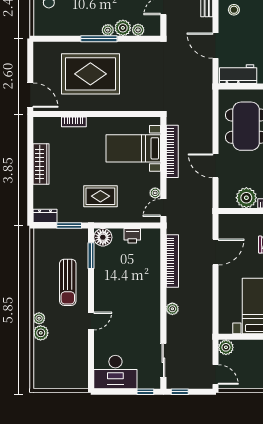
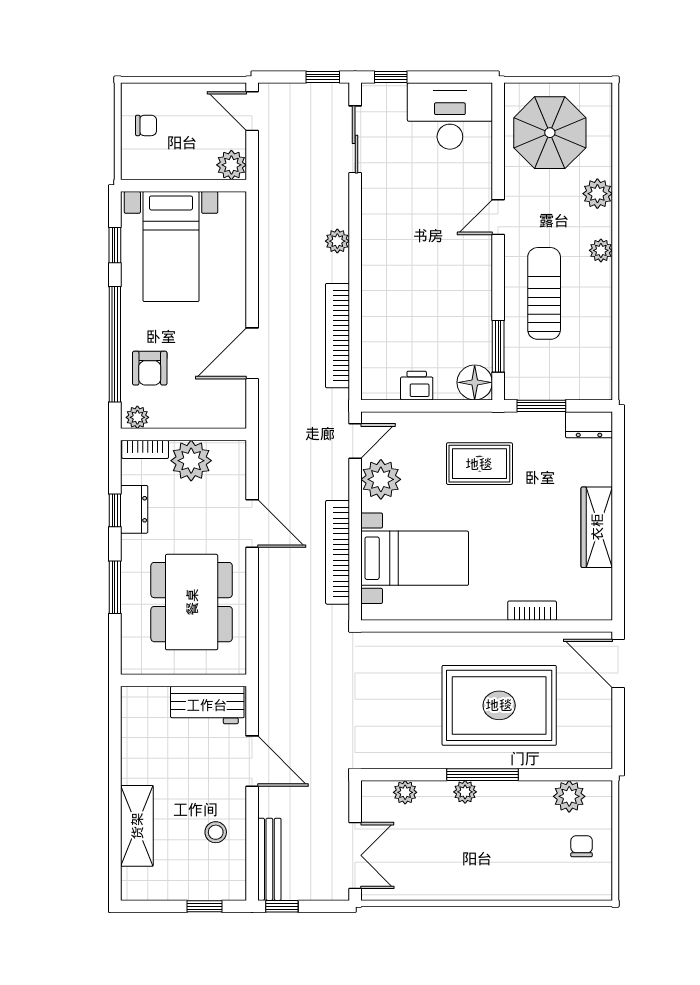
plant: (123, 28) -> (569, 796), moved
plant: (155, 193) -> (381, 479), width x1.88, depth x1.88
plant: (39, 318) -> (601, 250), moved
parasol: (65, 364) -> (550, 133), added

